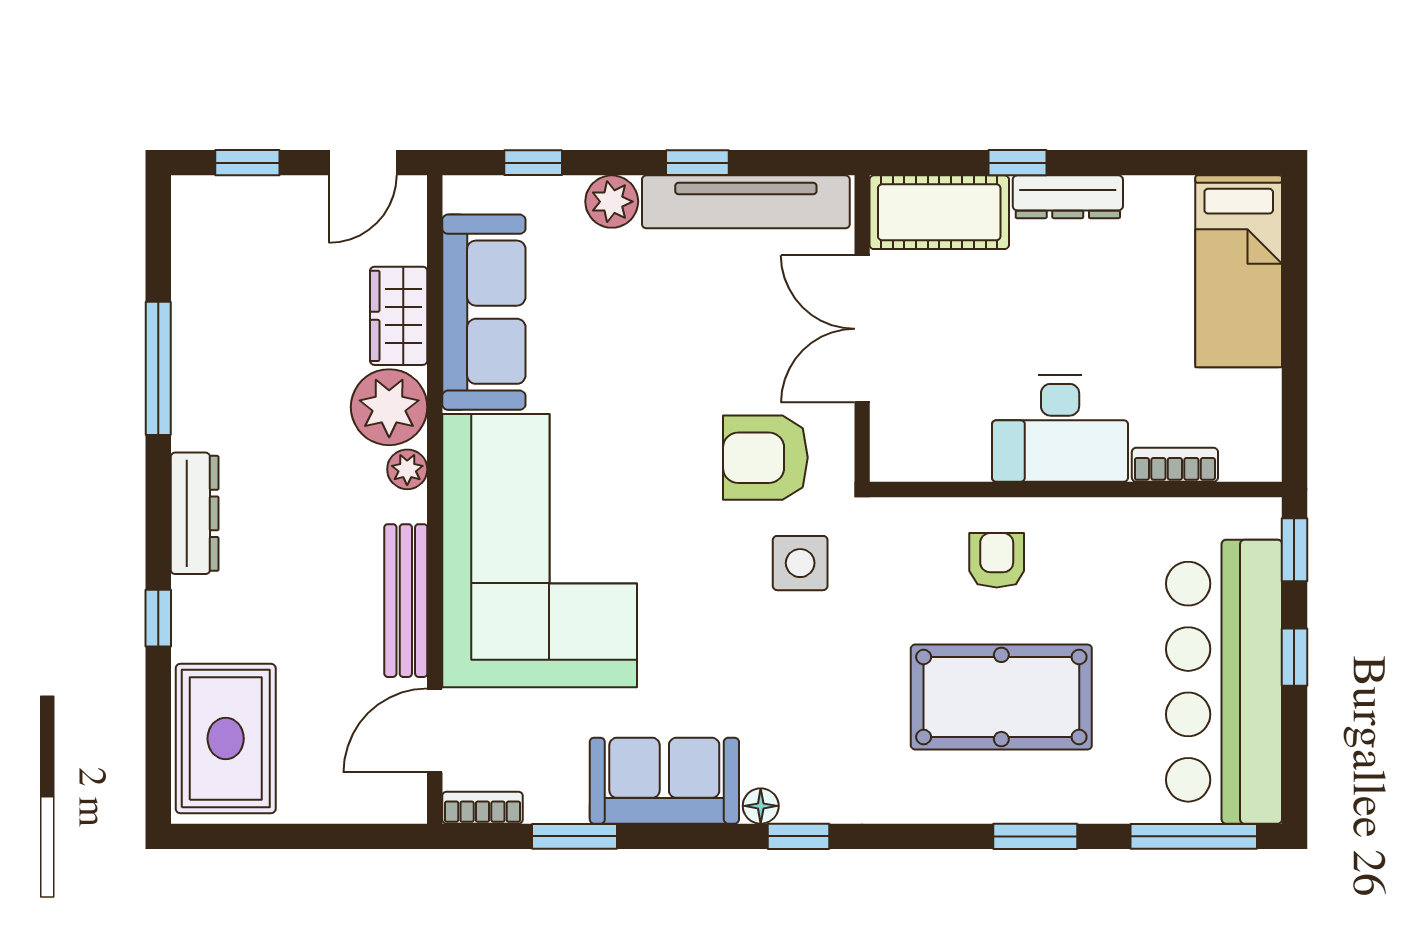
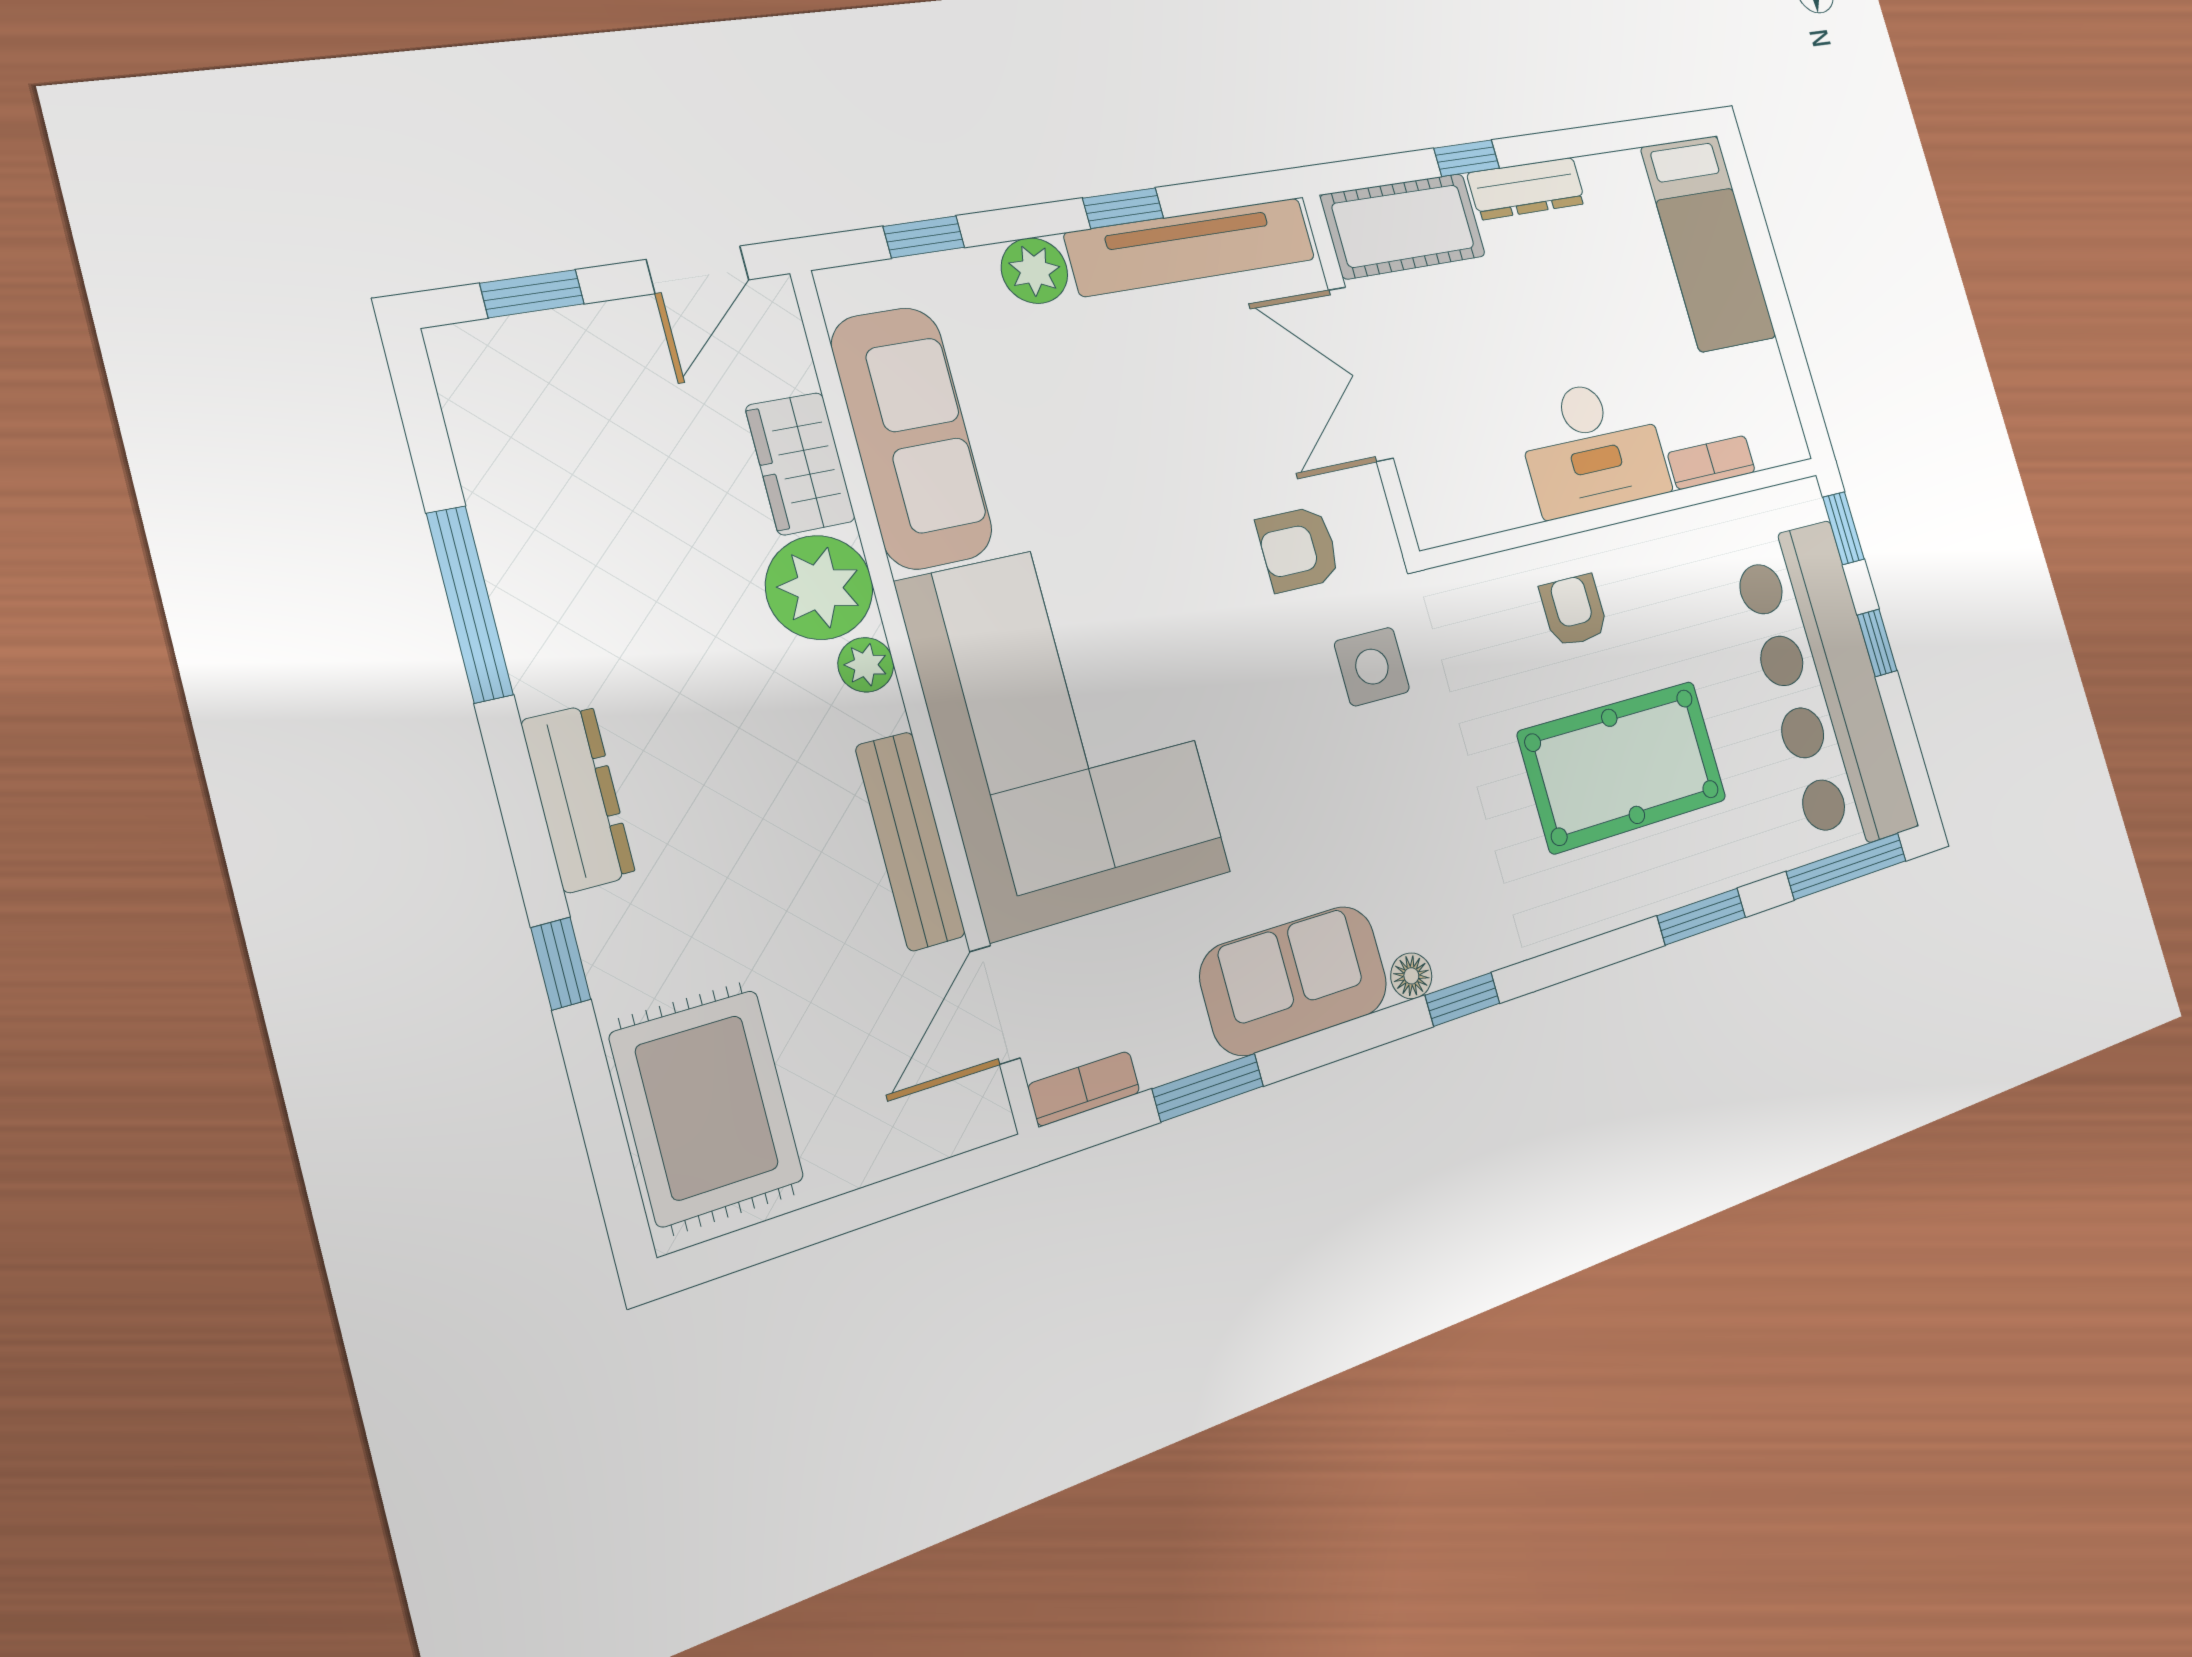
armchair: (765, 458) -> (1299, 549), width x0.72, depth x0.72

